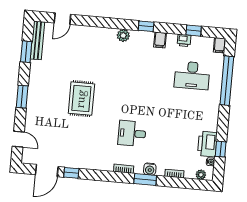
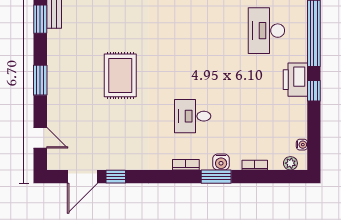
desk: (192, 75) -> (266, 31), turned 90
printer: (207, 144) -> (295, 80), moved
window: (221, 149) -> (314, 91), moved

